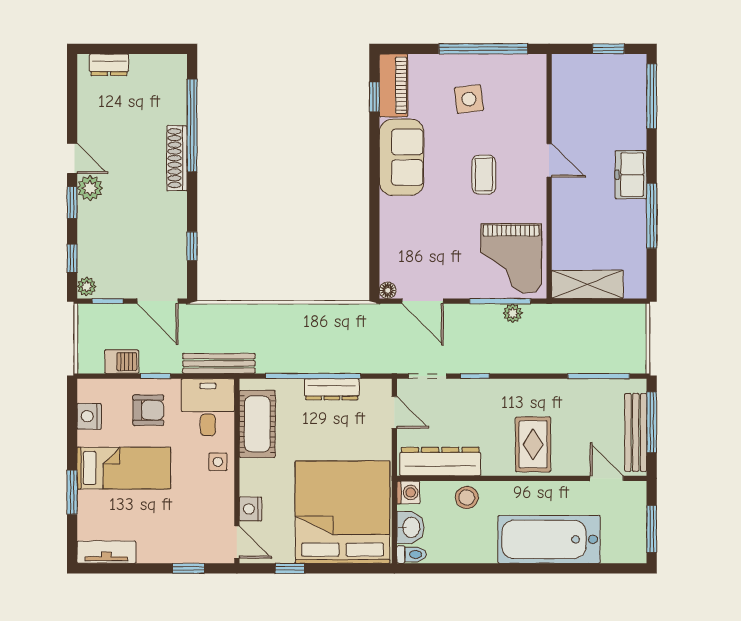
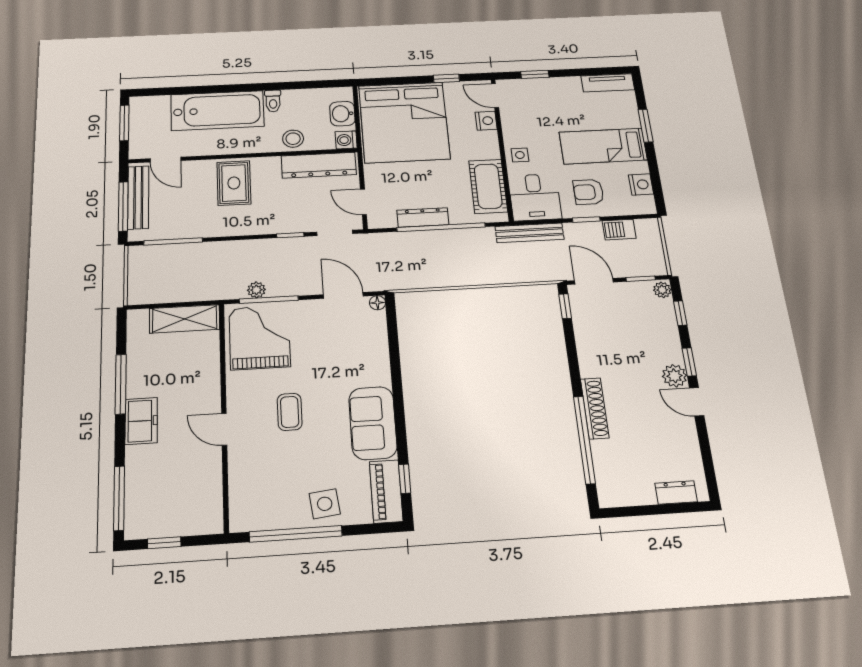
side table: (469, 99) -> (325, 504), moved
window: (192, 246) -> (565, 306), moved
toilet: (411, 554) -> (273, 101), moved, turned -90

